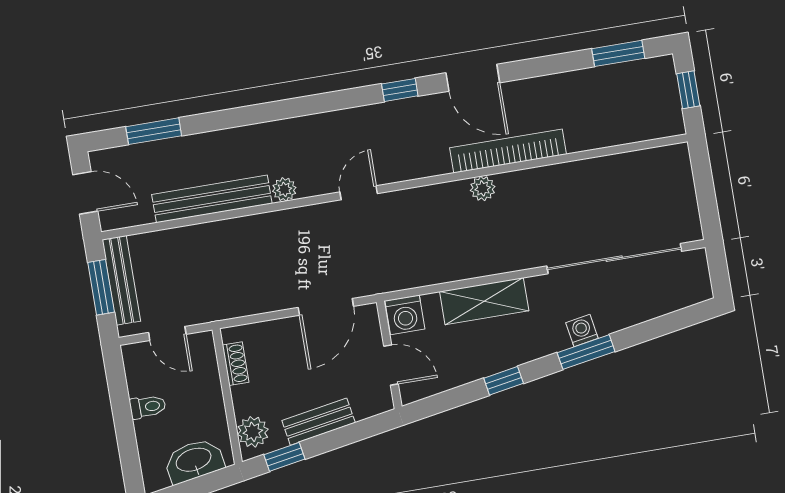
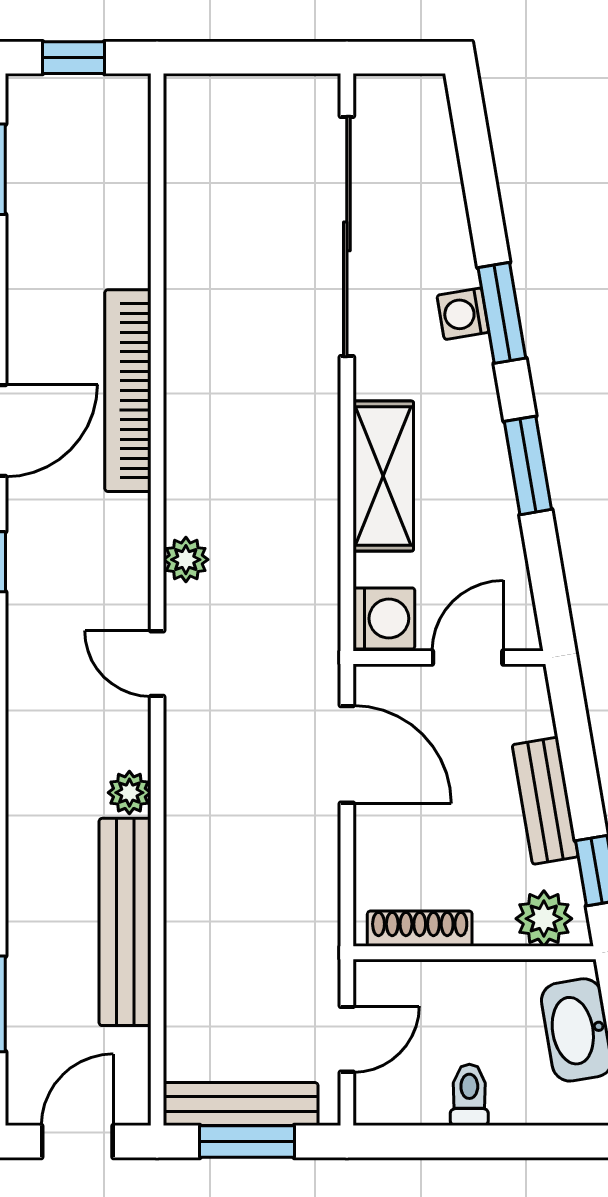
plant: (483, 188) -> (186, 560), moved
shoe rack: (236, 364) -> (420, 929), width x1.43
window: (504, 381) -> (528, 465), width x1.50

